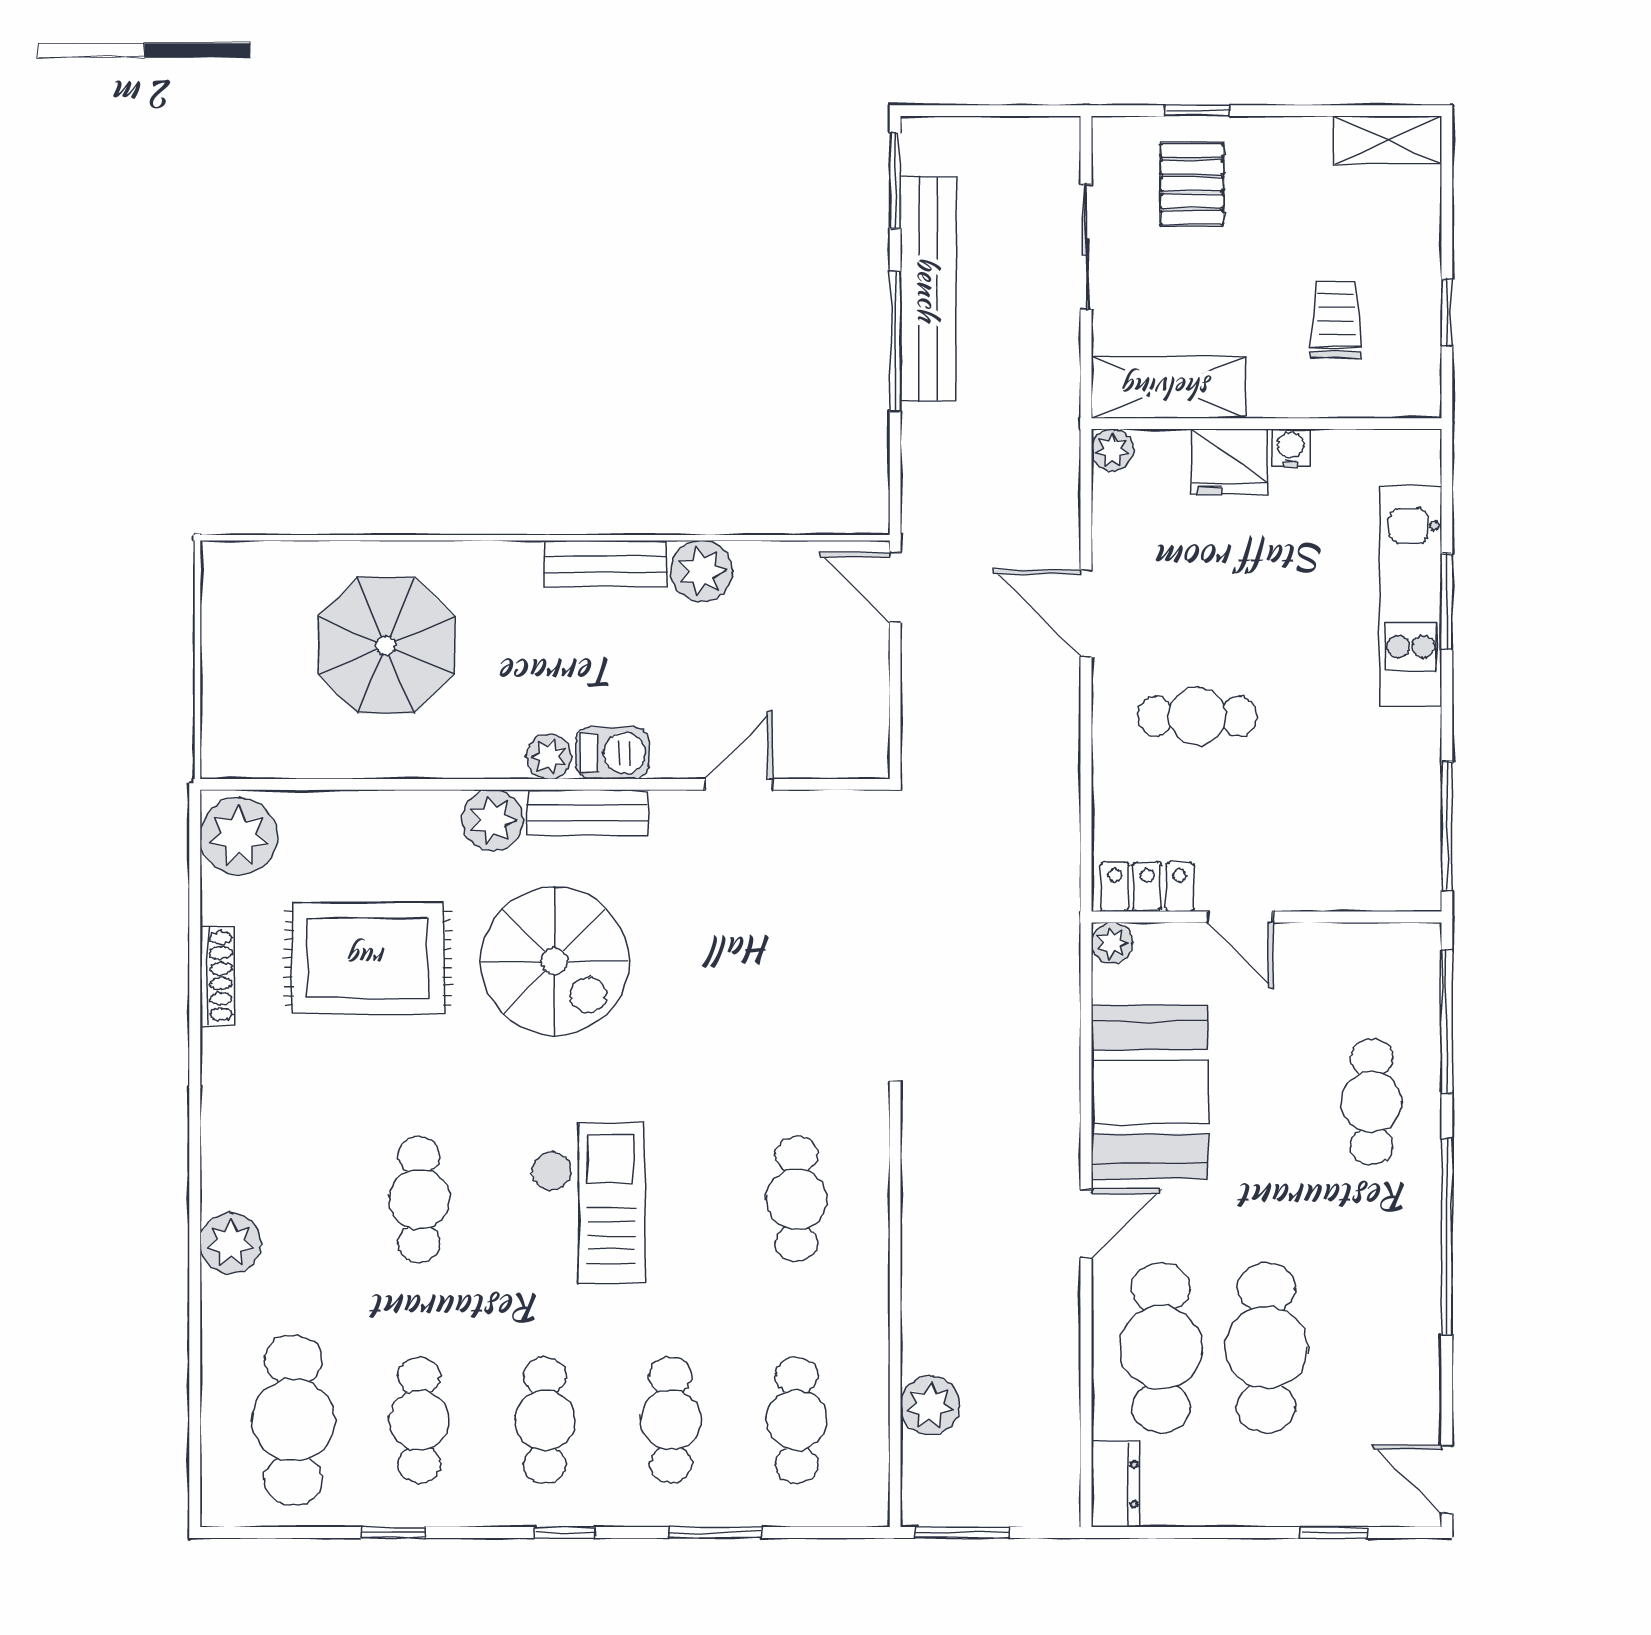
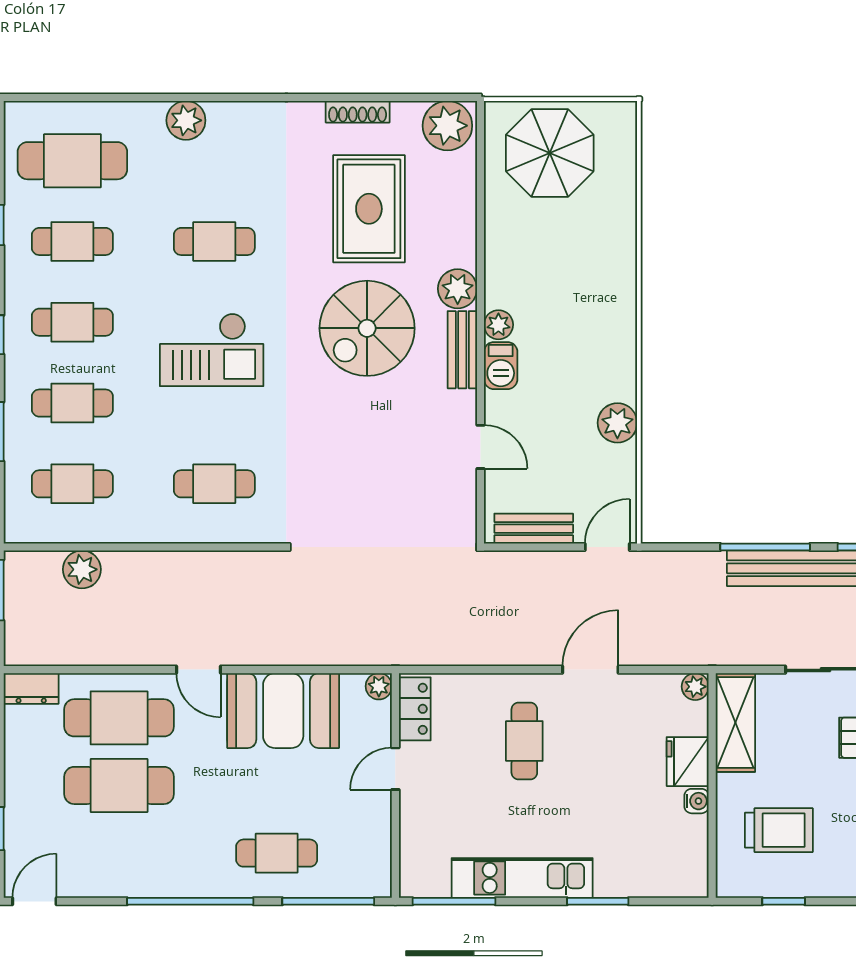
trolley: (1336, 320) -> (779, 830), width x1.36, depth x1.39
bench: (605, 564) -> (534, 529), moved, turned 90
kitchen unit: (1411, 596) -> (522, 878), moved
parasol: (386, 645) -> (550, 153), moved

